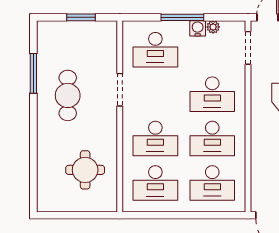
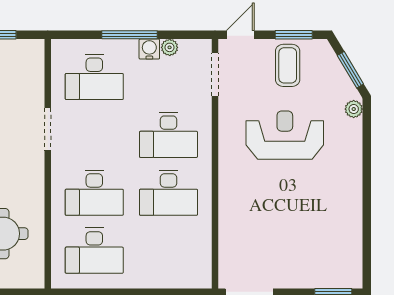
desk: (212, 183) -> (169, 251), removed

